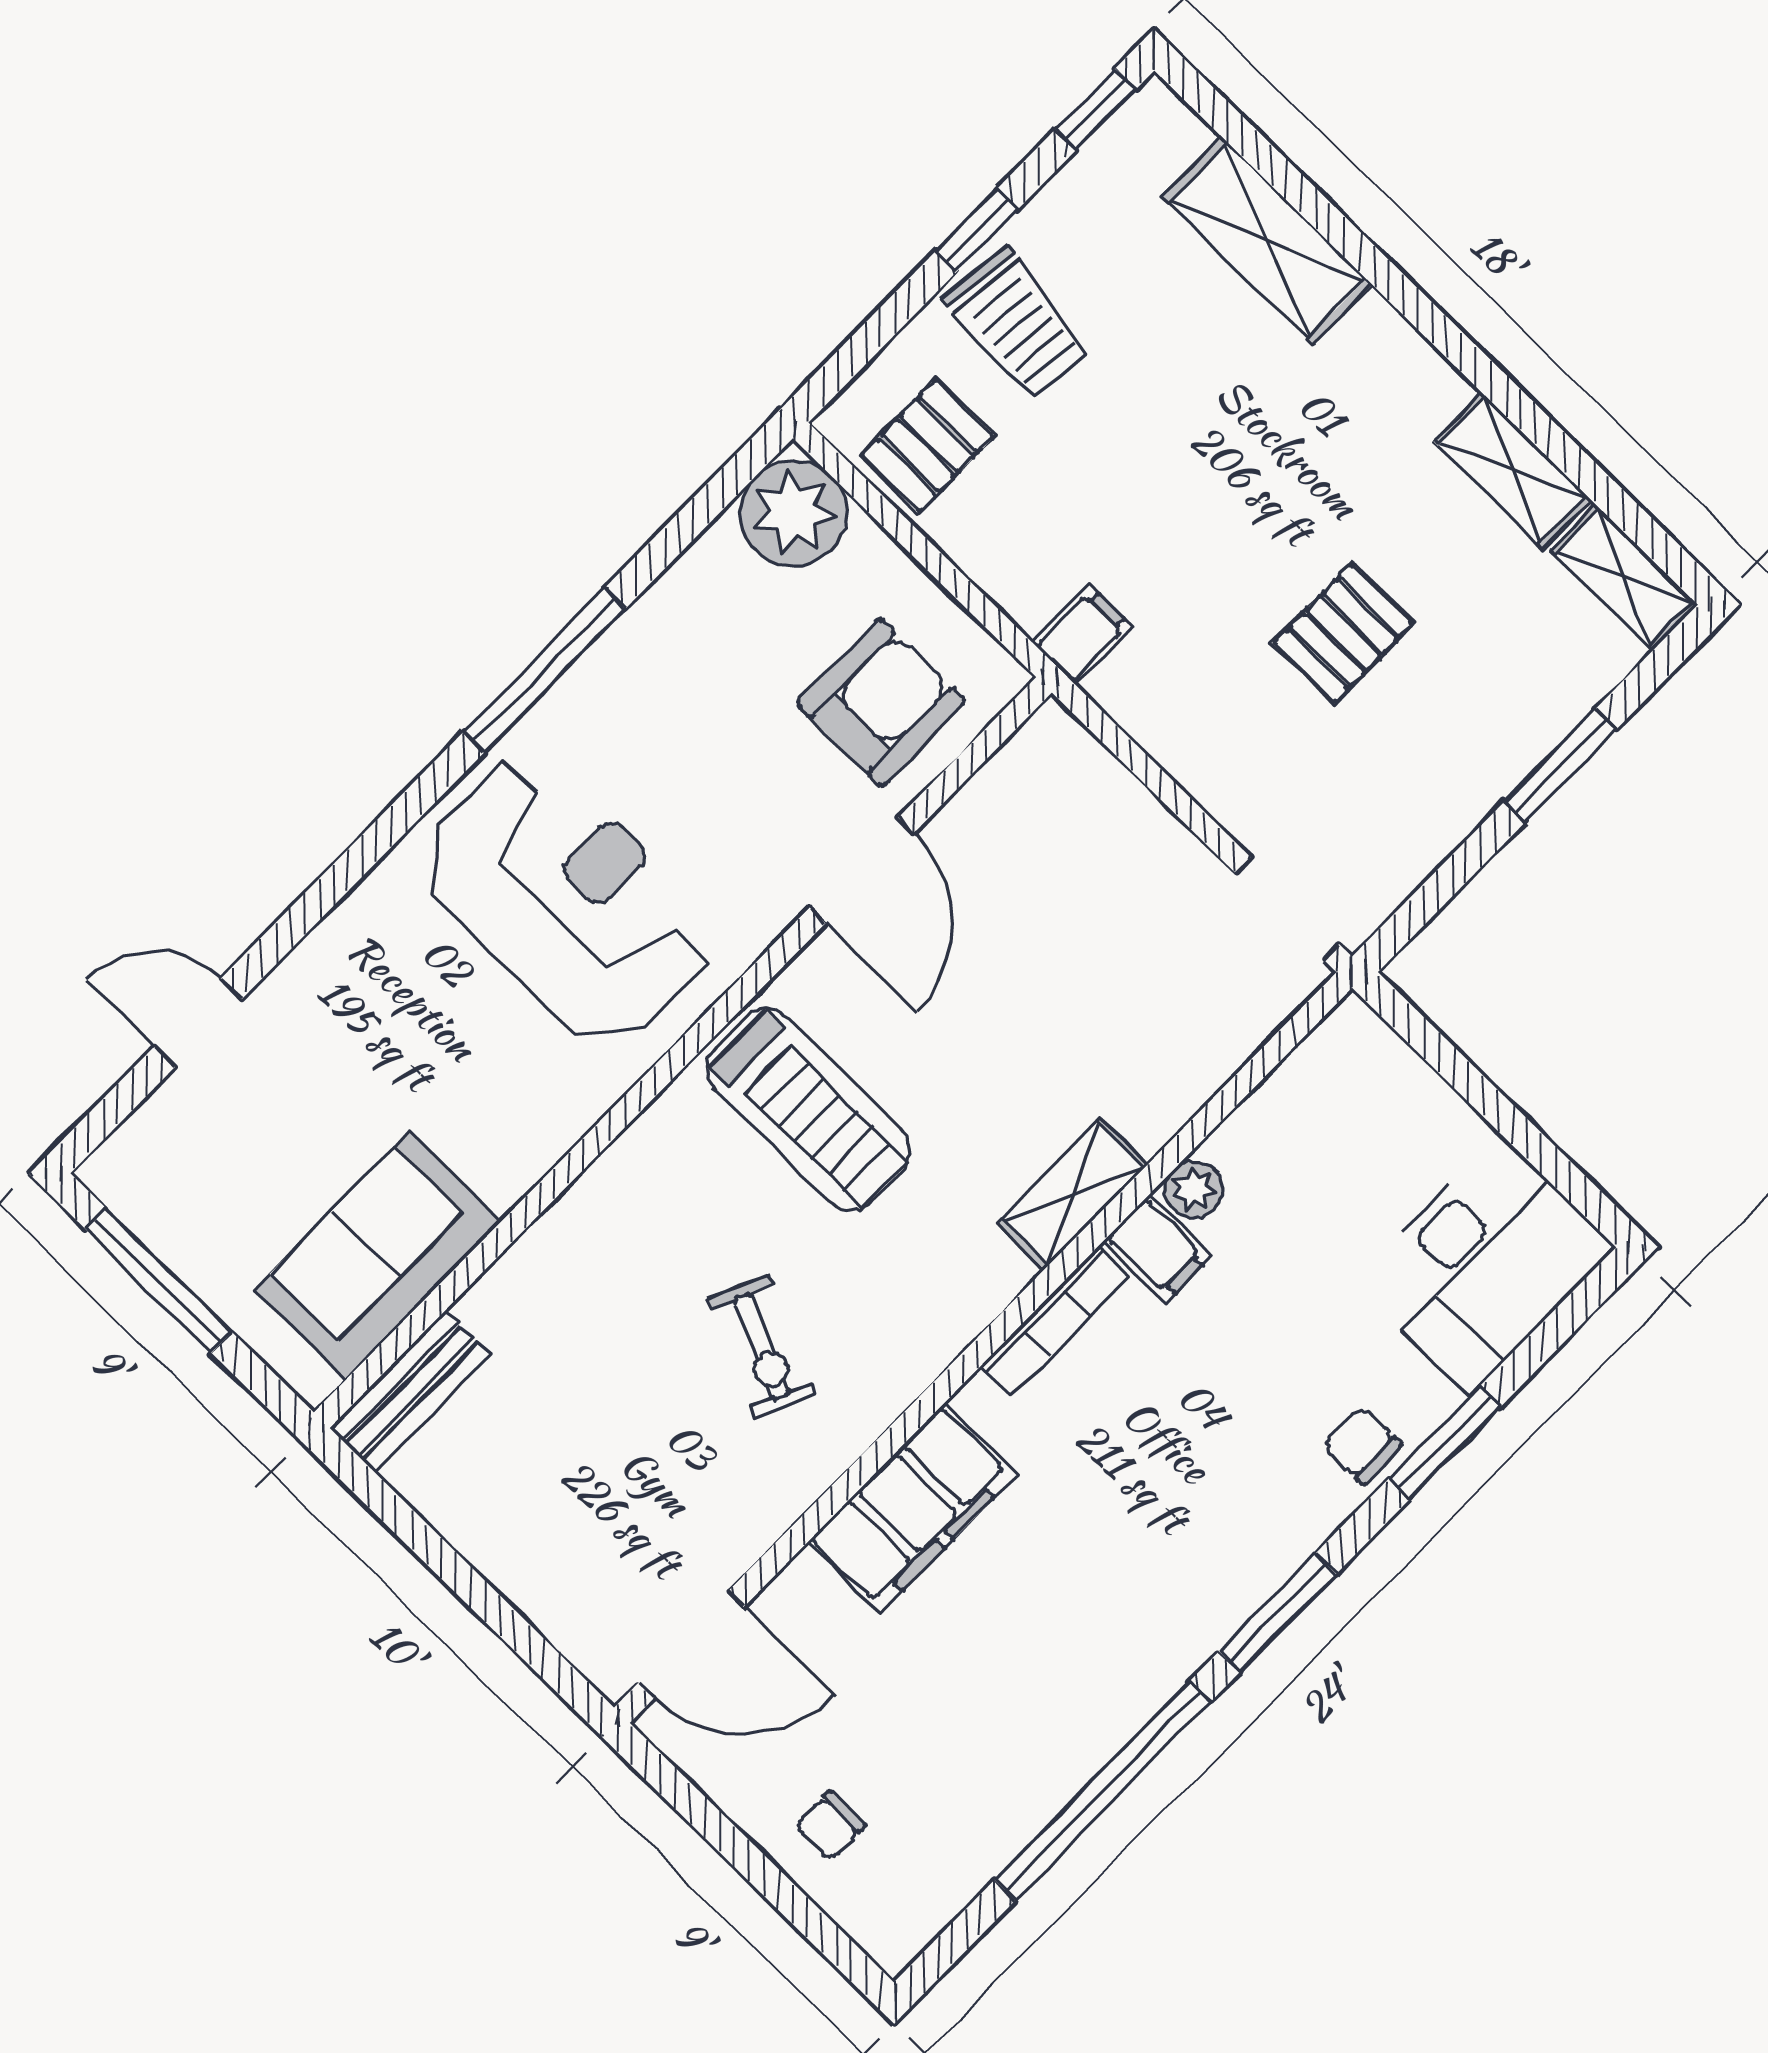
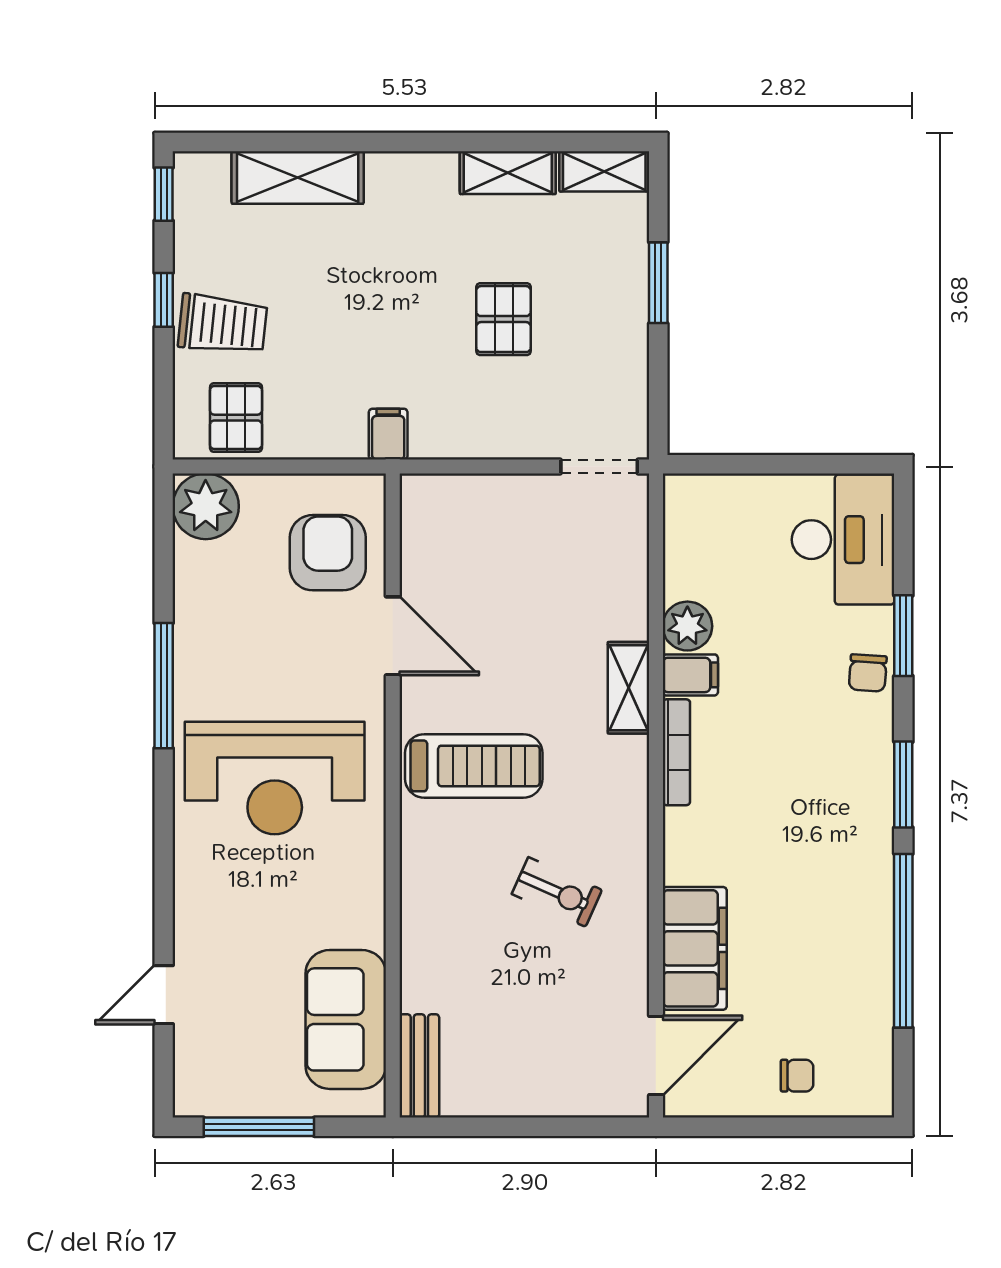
reception desk: (568, 900) -> (275, 778), turned 180
plant: (1194, 1190) -> (687, 626), width x1.38, depth x1.38
chair: (1362, 1445) -> (868, 673), turned -85
filing cabinet: (912, 1508) -> (695, 948), moved
chair: (830, 1826) -> (797, 1076), turned -90

